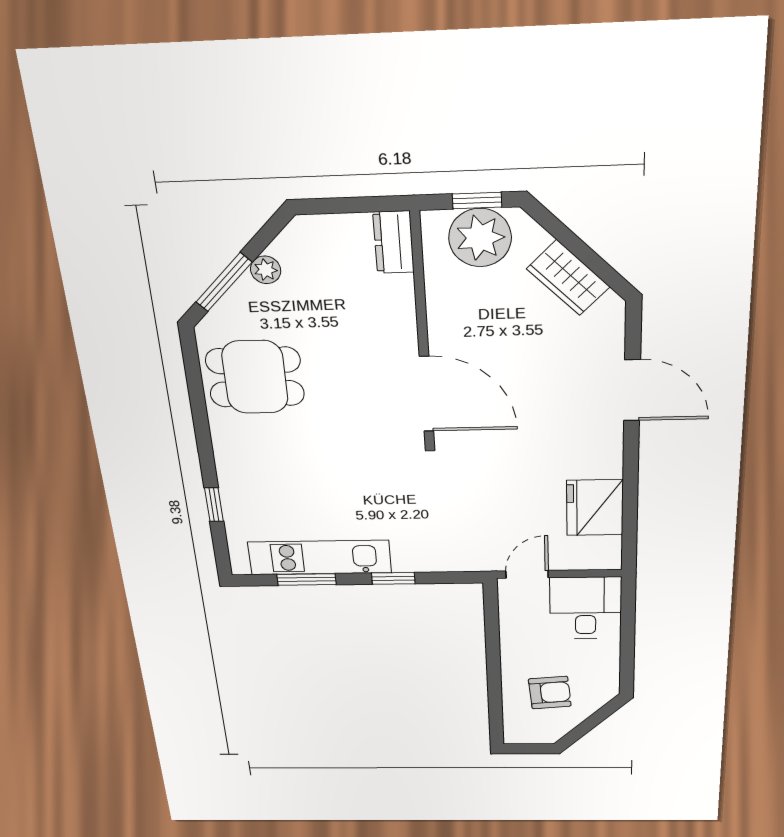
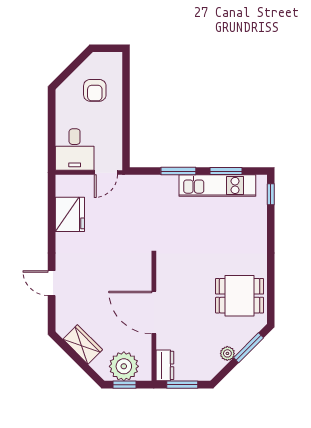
window: (354, 205) -> (182, 385), added
door: (632, 390) -> (52, 283), width x0.73
door: (427, 394) -> (154, 313), moved
window: (214, 505) -> (271, 194), moved
window: (393, 578) -> (178, 171), width x1.50
armchair: (550, 693) -> (95, 90), turned -85

